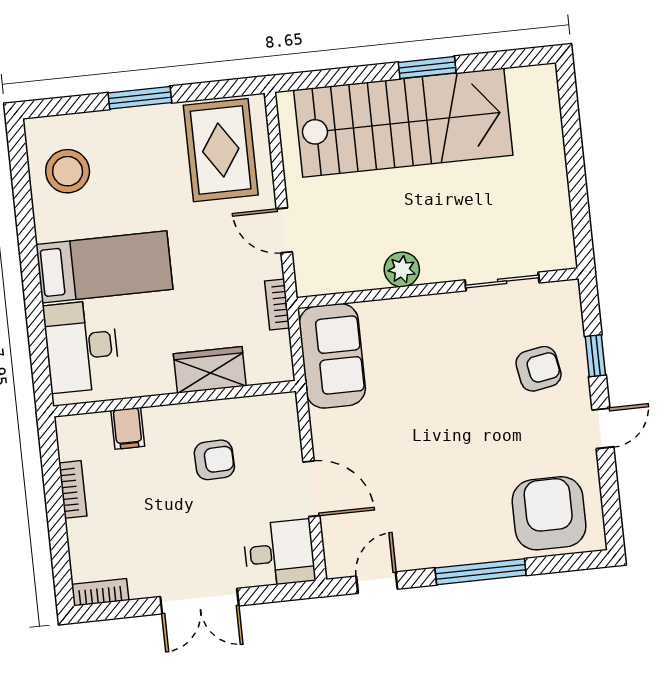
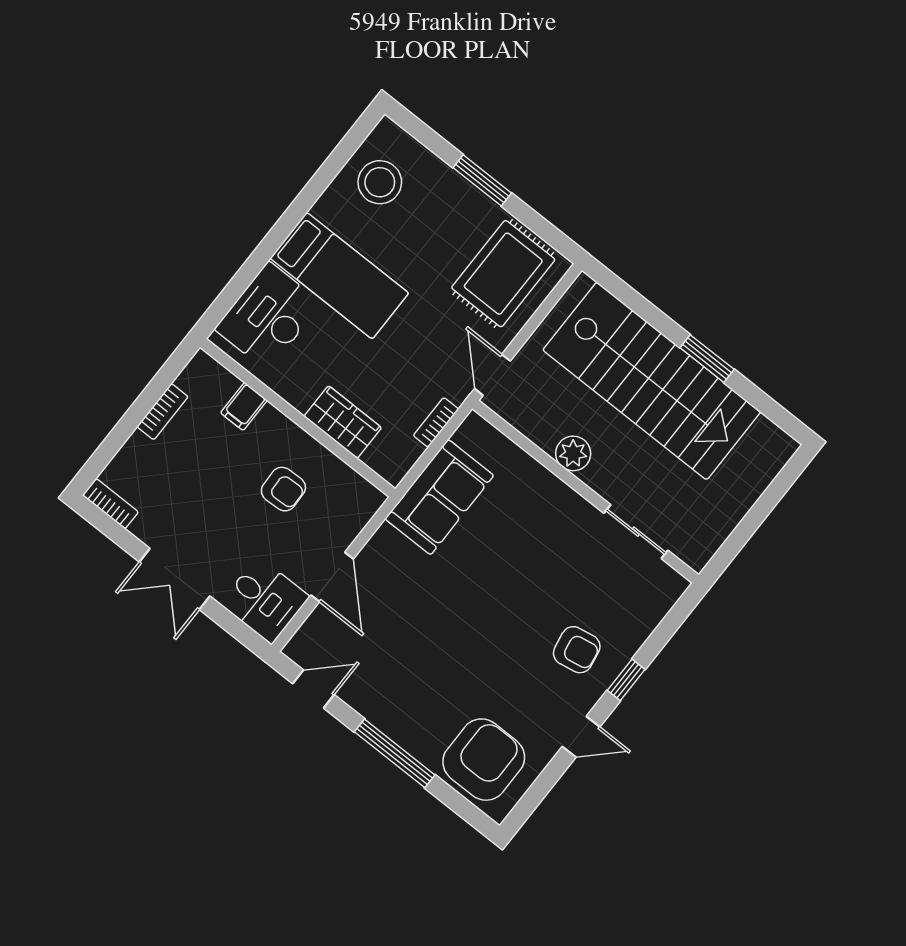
plant: (402, 269) -> (573, 453), moved
sliding door: (502, 281) -> (636, 532), moved
wall: (438, 288) -> (585, 492), moved

